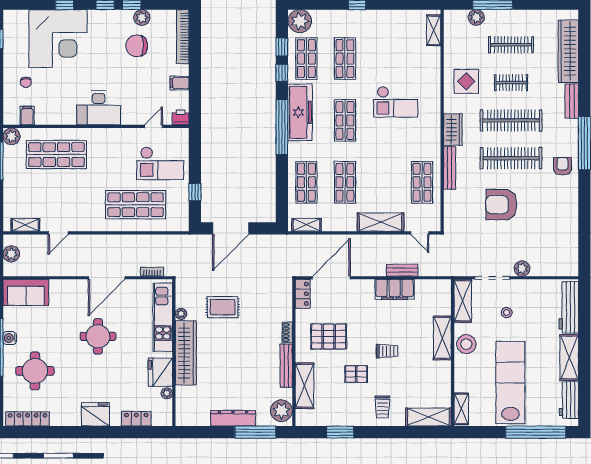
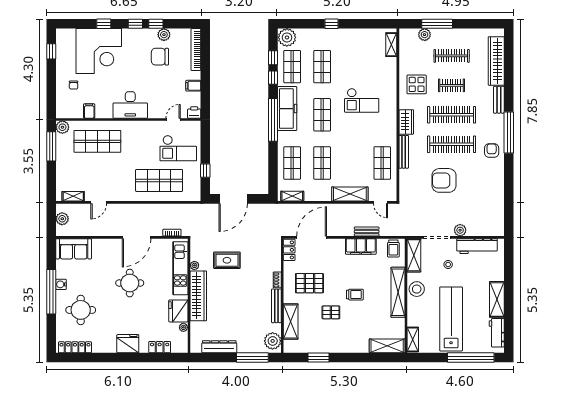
filing cabinet: (27, 116) -> (89, 111), moved
workbench: (569, 307) -> (477, 246), moved, turned -90
shelving: (442, 338) -> (398, 292), width x1.47
trolley: (382, 407) -> (393, 249), moved
dresser: (233, 418) -> (219, 347), moved

